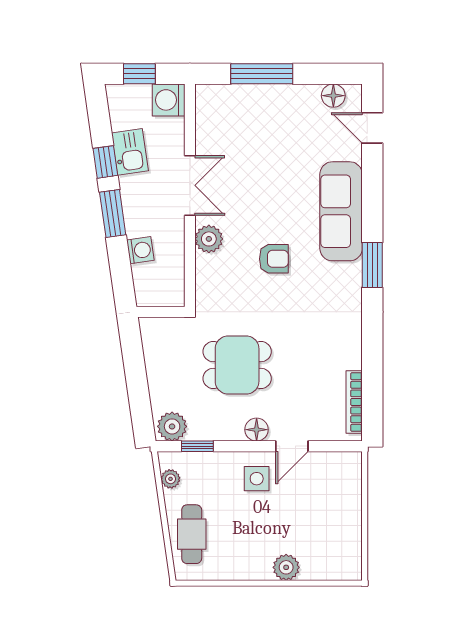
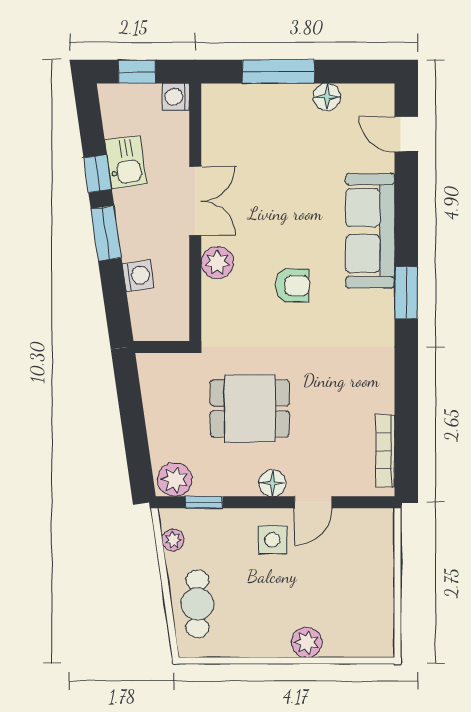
floor lamp: (333, 96) -> (327, 97), moved
washing machine: (169, 100) -> (176, 97), width x0.73, depth x0.73

